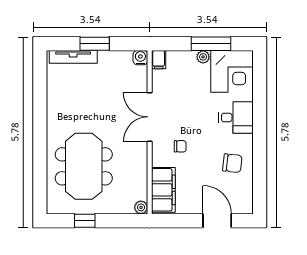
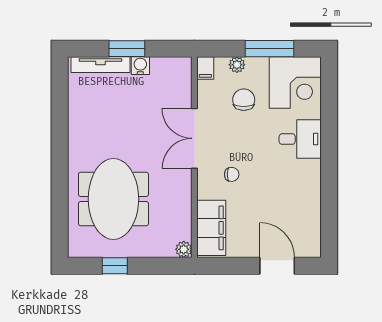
plant: (203, 57) -> (237, 65), moved
water cooler: (140, 58) -> (140, 66), moved
chair: (232, 163) -> (244, 100), moved, turned -96

